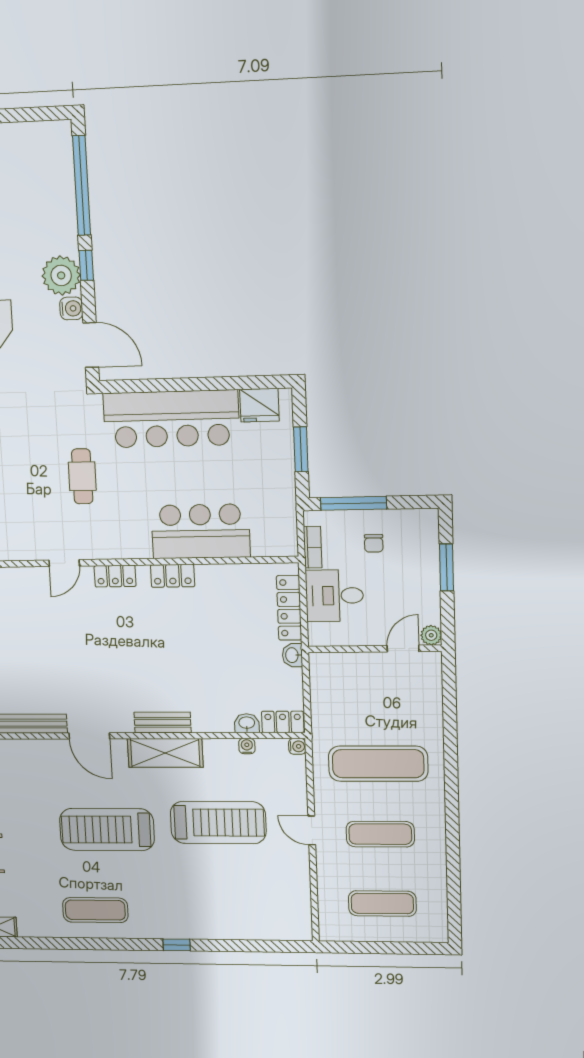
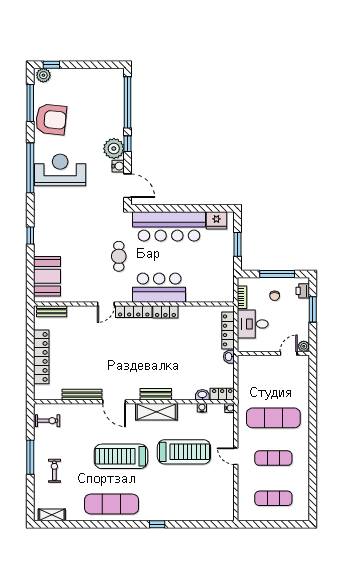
window: (354, 503) -> (277, 274), moved
bar counter: (201, 531) -> (159, 288), moved
printer: (427, 533) -> (303, 291), added
locker: (115, 576) -> (134, 312), width x1.53
exercise mat: (95, 910) -> (112, 504), width x1.36, depth x1.45

